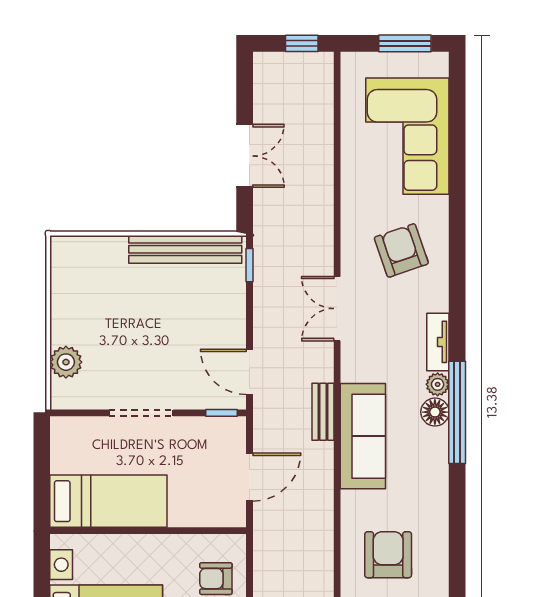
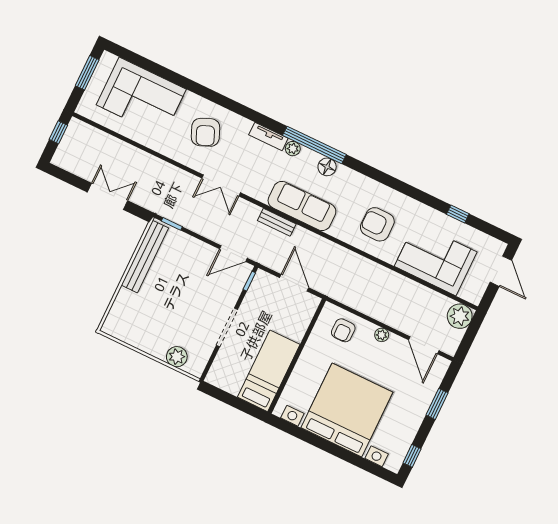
armchair: (401, 250) -> (205, 132), turned -94
floor lamp: (435, 412) -> (327, 167), moved

